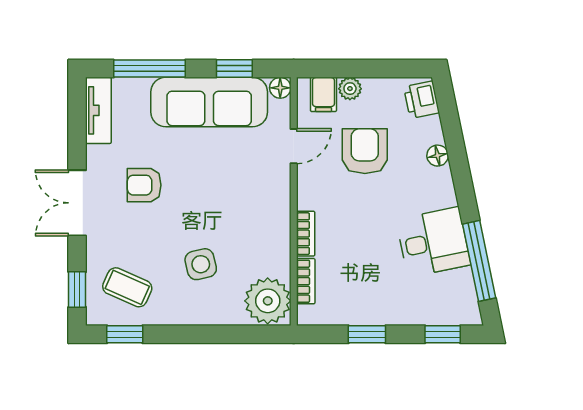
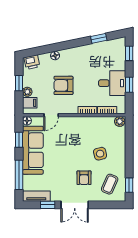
window: (371, 69) -> (19, 83), added
door: (294, 146) -> (51, 115), swing flipped
armchair: (365, 151) -> (63, 85), moved
armchair: (144, 185) -> (84, 178), moved
desk: (433, 242) -> (112, 83), moved, turned 102
window: (479, 261) -> (99, 38), width x0.46
window: (77, 290) -> (48, 205), moved
plant: (268, 301) -> (120, 121), width x0.53, depth x0.53

